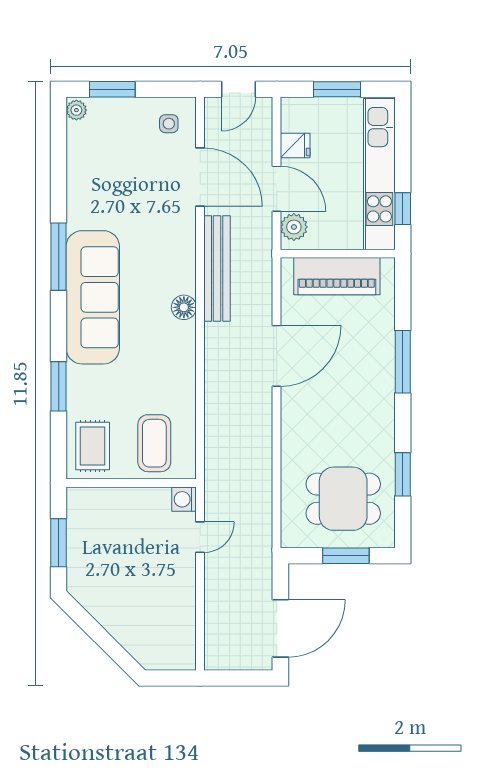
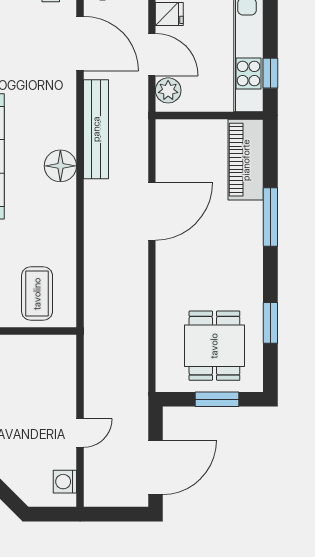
piano: (337, 276) -> (246, 160), moved, turned 90
floor lamp: (184, 307) -> (60, 166), width x1.38, depth x1.38
washing machine: (184, 499) -> (65, 482), moved
dining table: (343, 499) -> (214, 346), turned 90
door: (200, 537) -> (80, 433), moved

